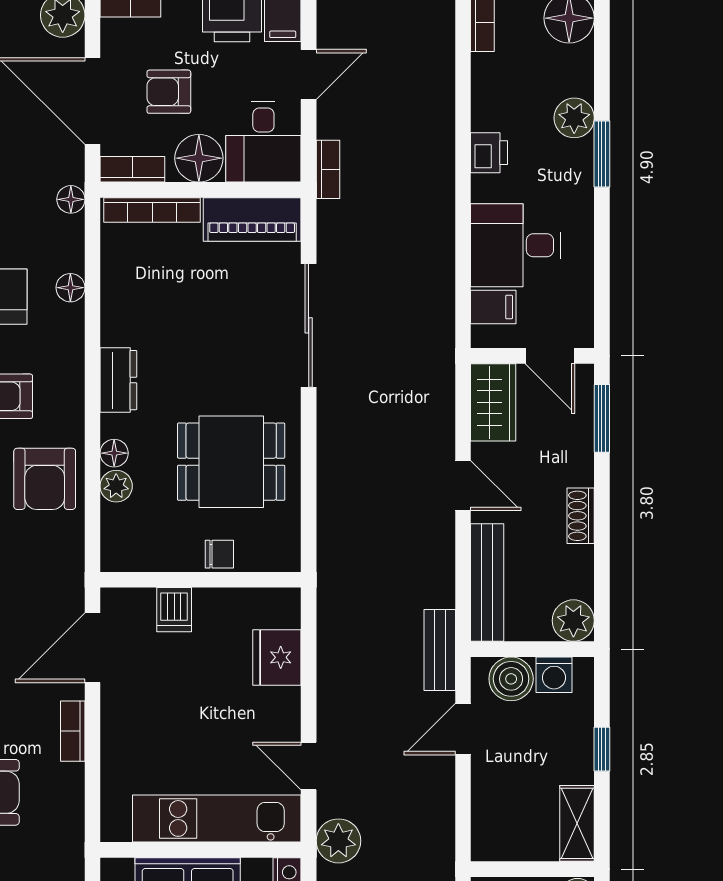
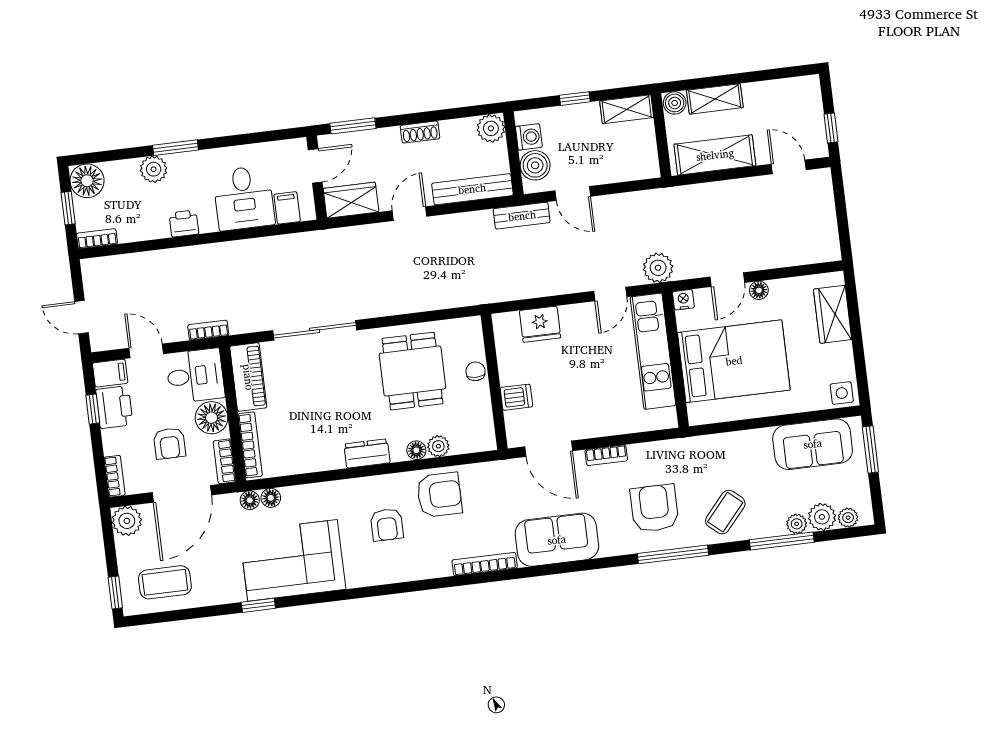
floor lamp: (70, 288) -> (271, 498), moved

